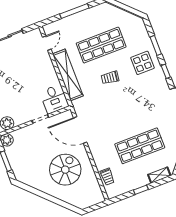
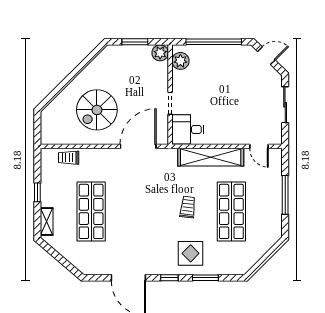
spiral stairs: (65, 170) -> (97, 110), turned 90

